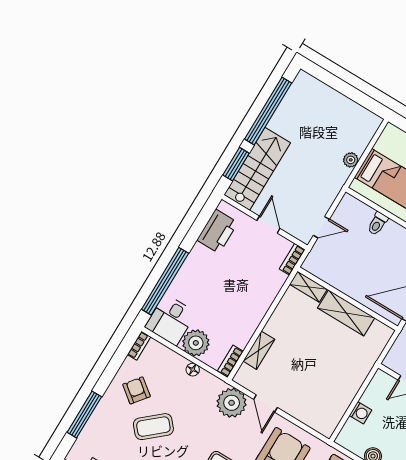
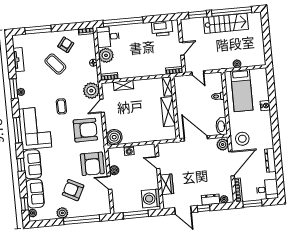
stairs: (257, 169) -> (226, 23), moved
boiler: (325, 420) -> (114, 137), added

